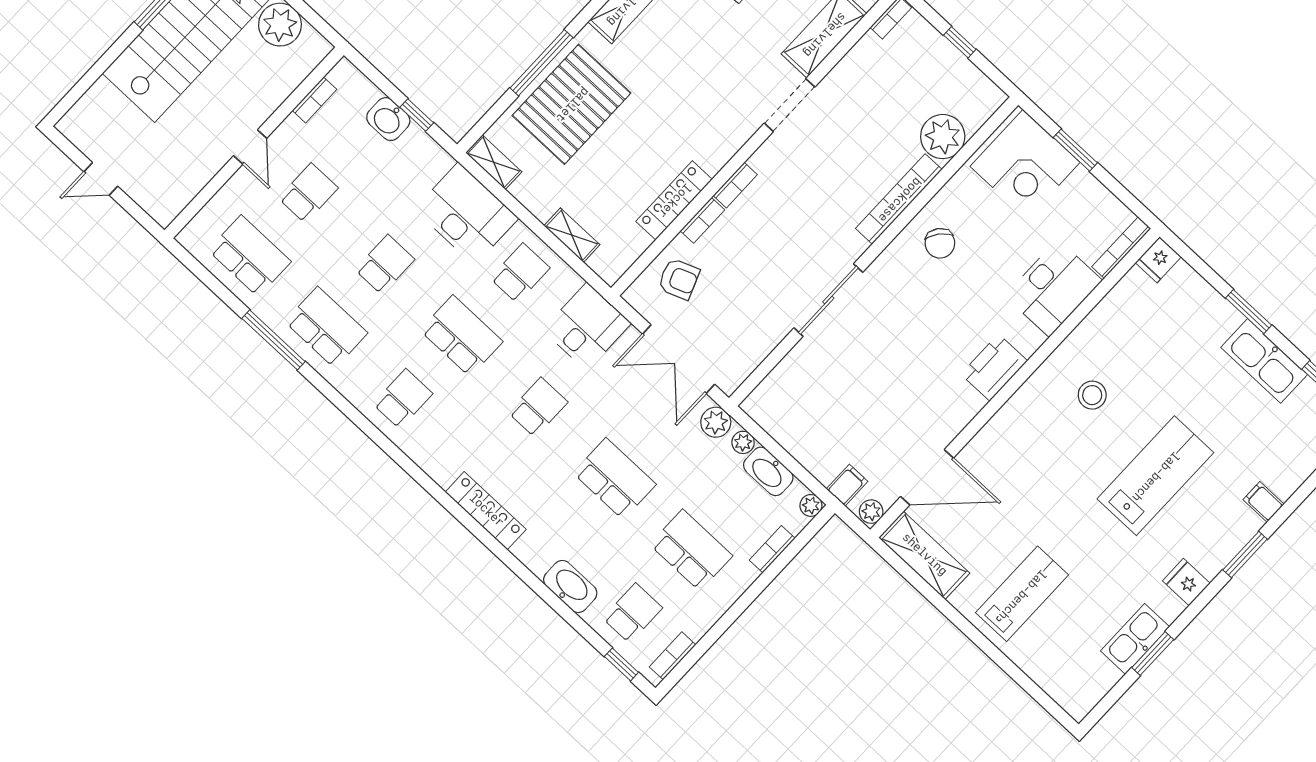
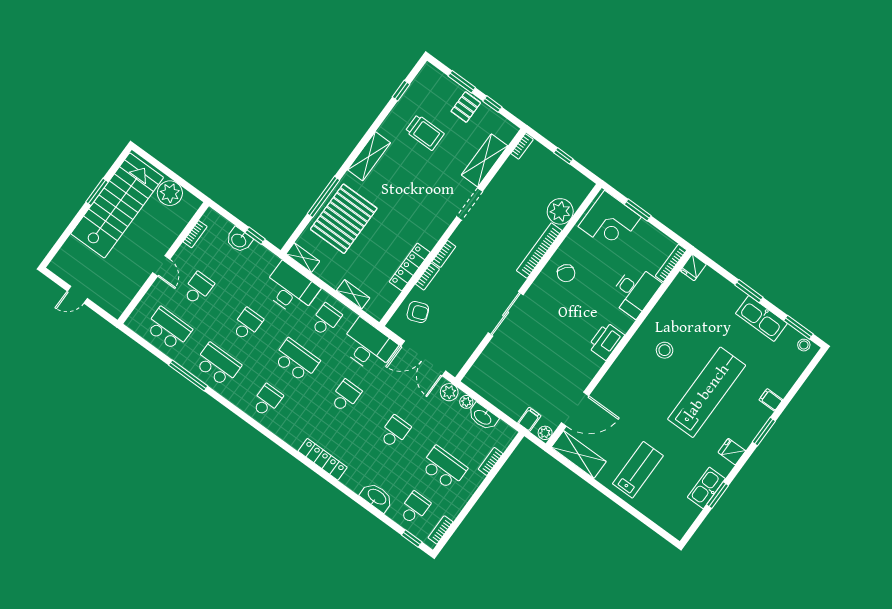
desk: (587, 327) -> (368, 346), width x1.37
lab bench: (1155, 476) -> (707, 392), width x1.36
school desk: (615, 479) -> (395, 432), width x0.54
plant: (811, 505) -> (510, 434), removed

